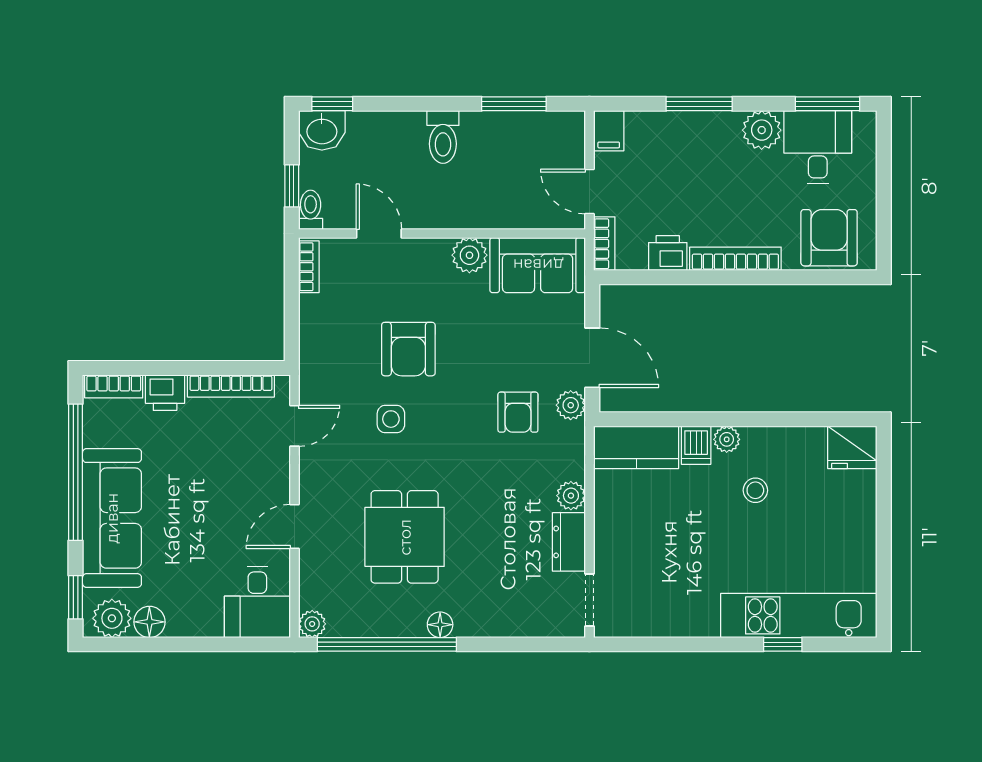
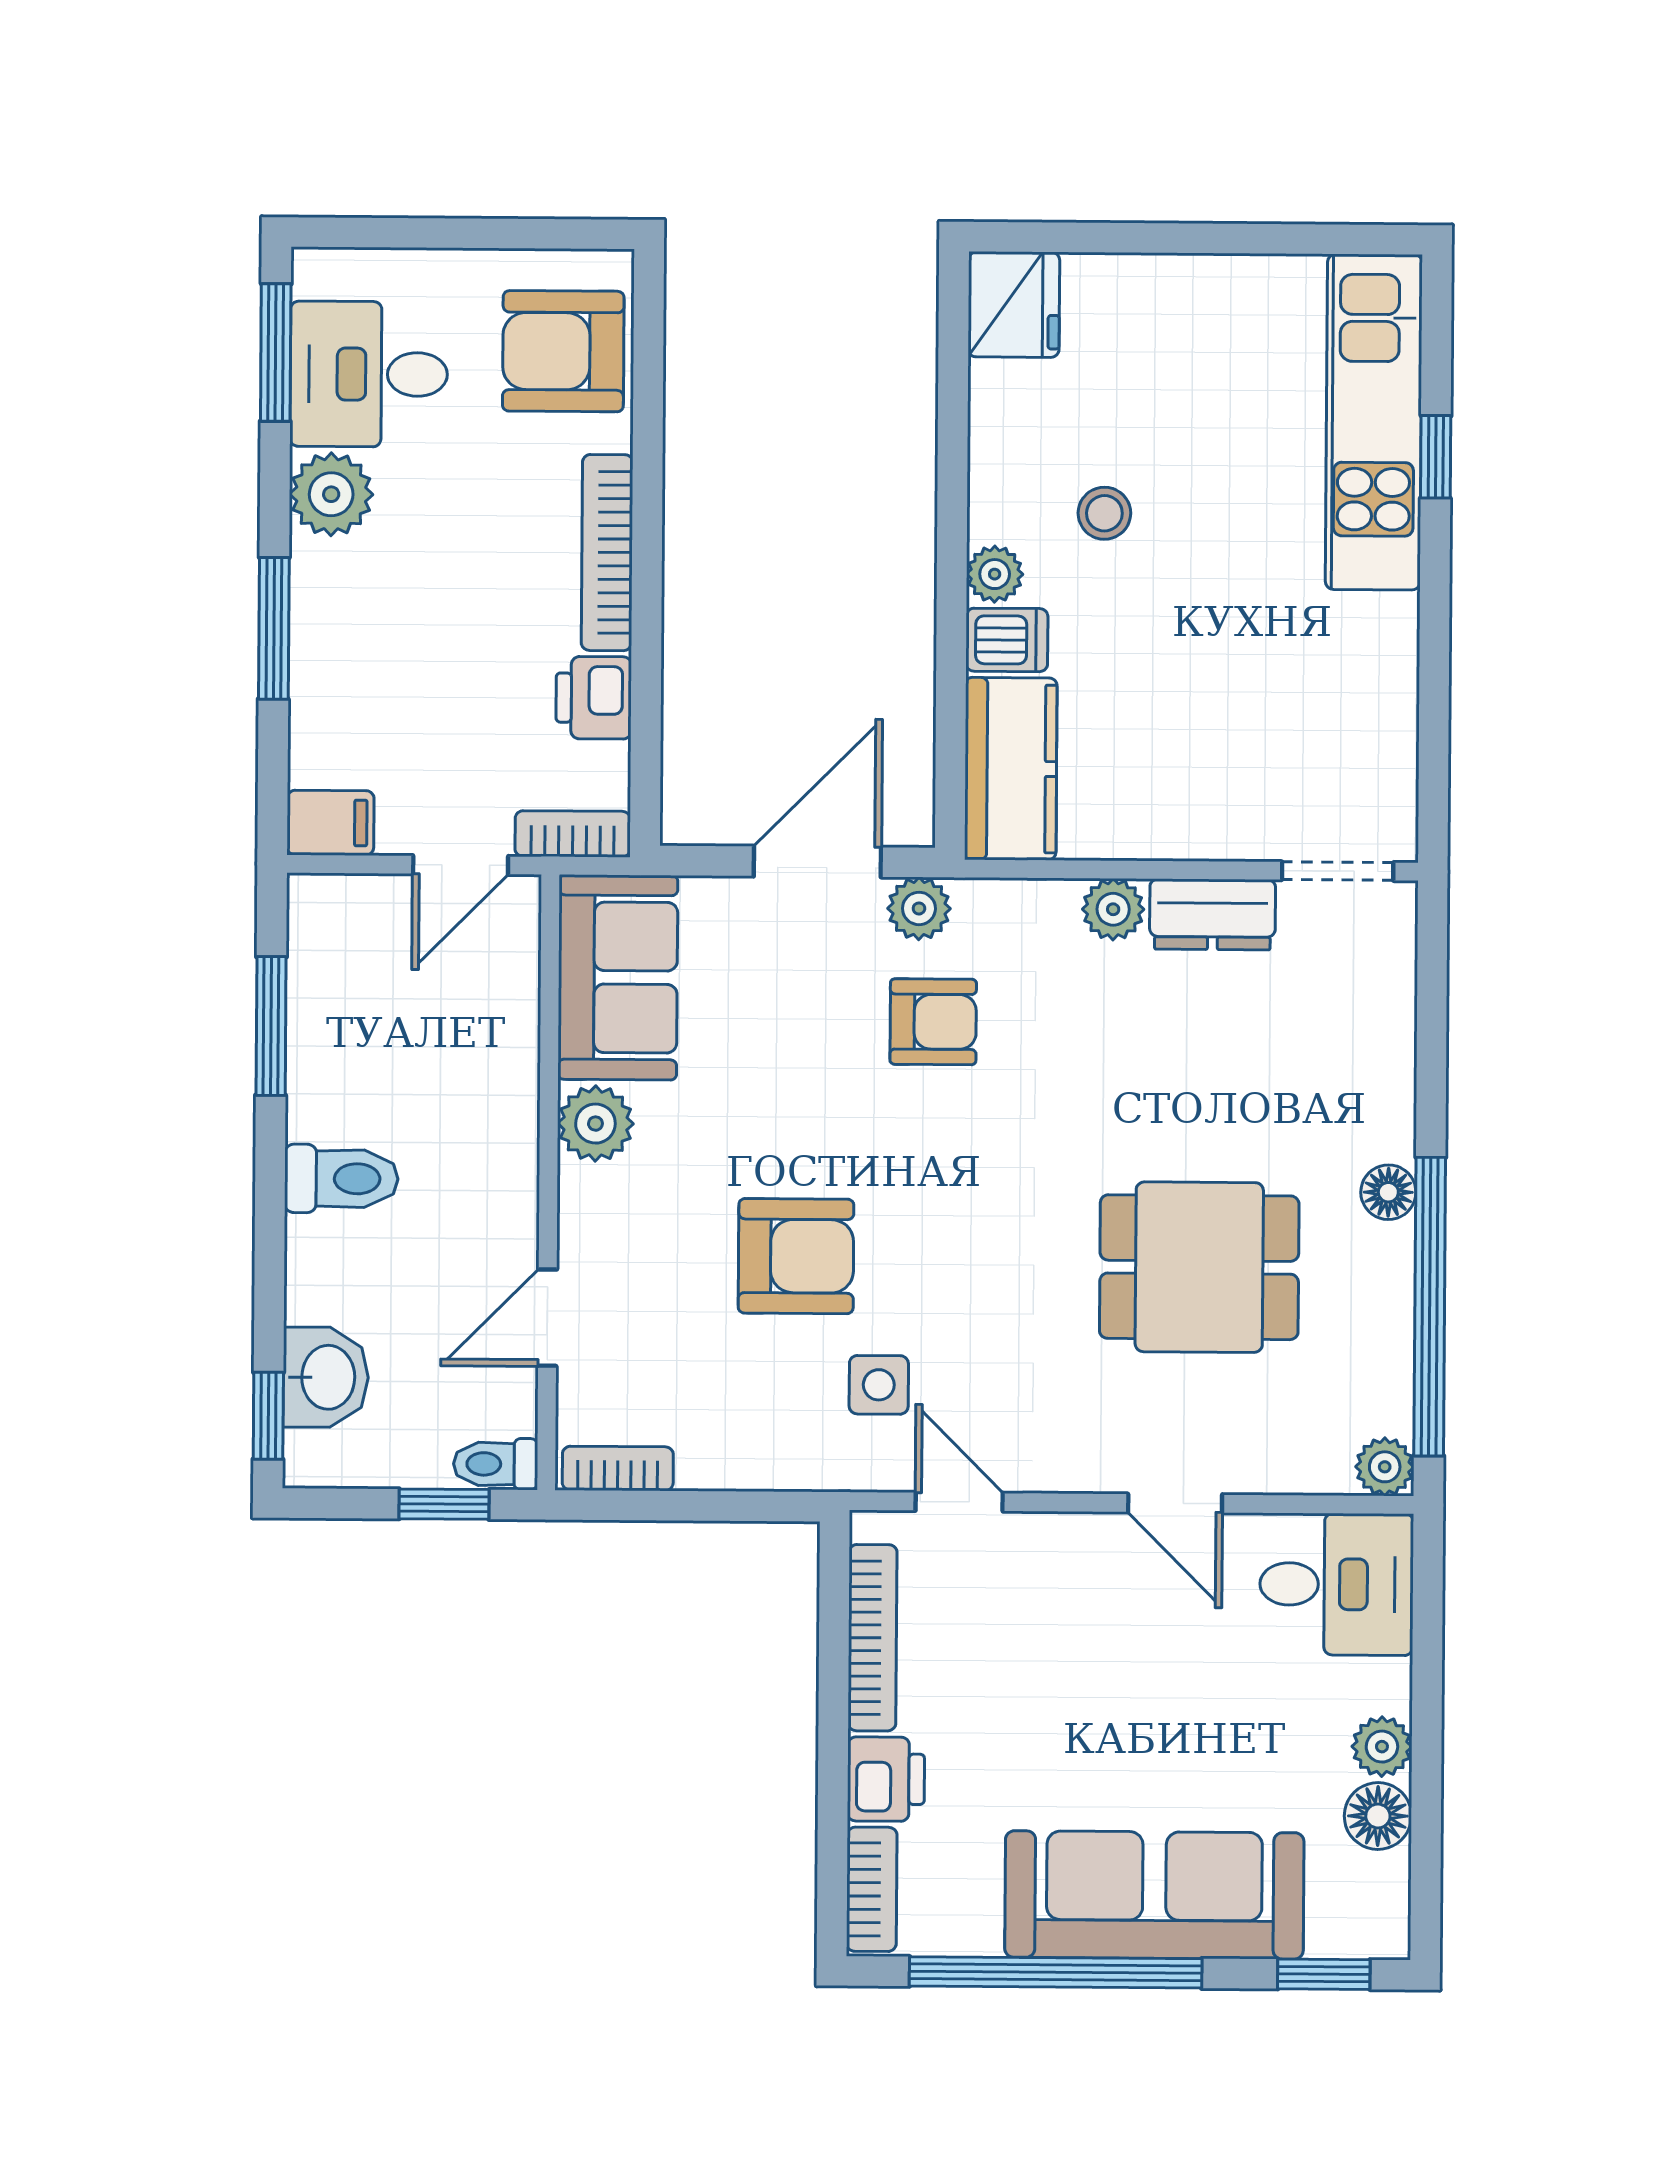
washbasin: (322, 130) -> (326, 1377), moved
side table: (391, 419) -> (879, 1385), moved
plant: (112, 618) -> (1382, 1747), moved, width x0.73, depth x0.73

